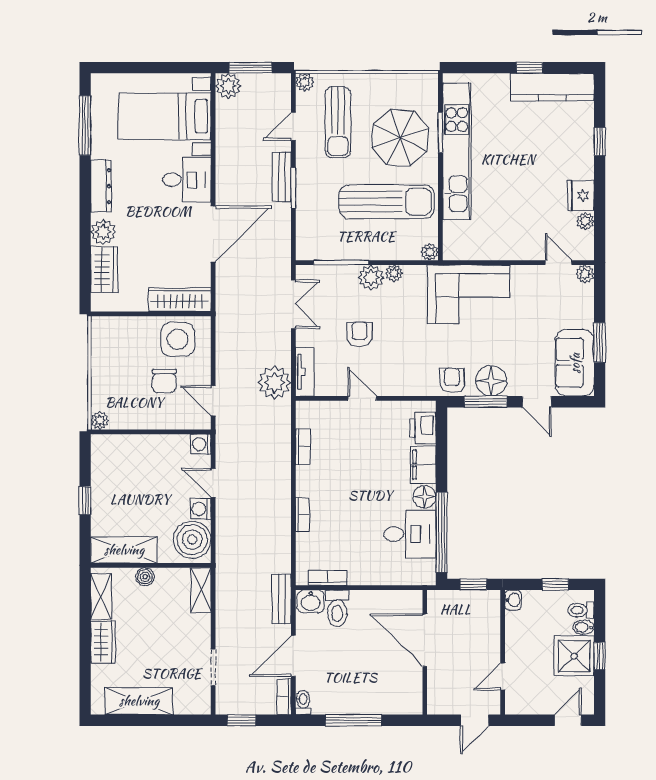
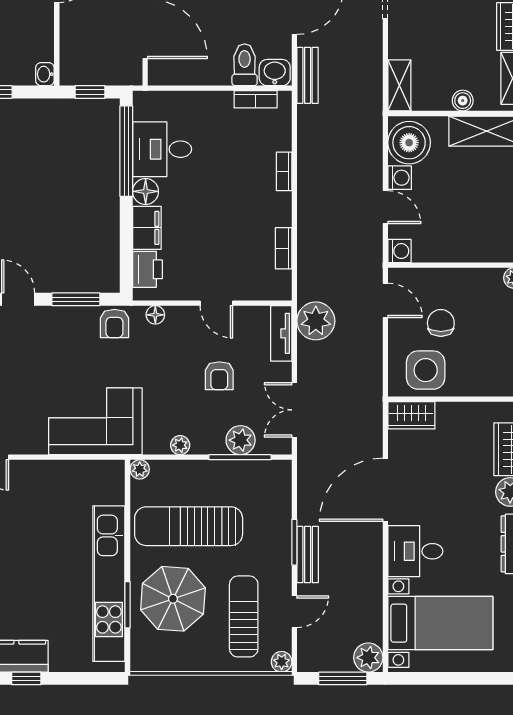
plant: (371, 278) -> (241, 440), moved
wardrobe: (180, 300) -> (411, 415), width x0.67
floor lamp: (491, 381) -> (155, 315), moved, width x0.53, depth x0.53

